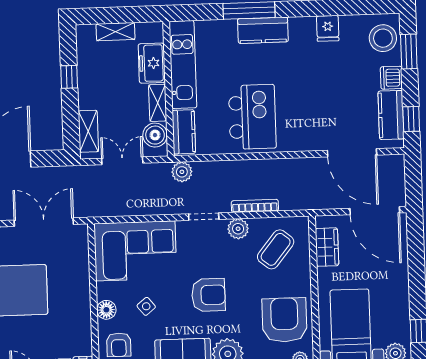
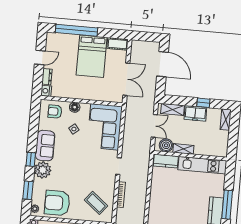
shelving: (116, 32) -> (226, 120), moved
freezer: (152, 63) -> (195, 113), moved, turned 180
kitchen island: (252, 117) -> (169, 199), removed
plant: (182, 172) -> (144, 157), removed
plant: (238, 229) -> (110, 184), removed
armchair: (208, 295) -> (76, 163), removed
armchair: (284, 320) -> (57, 203), turned 180

